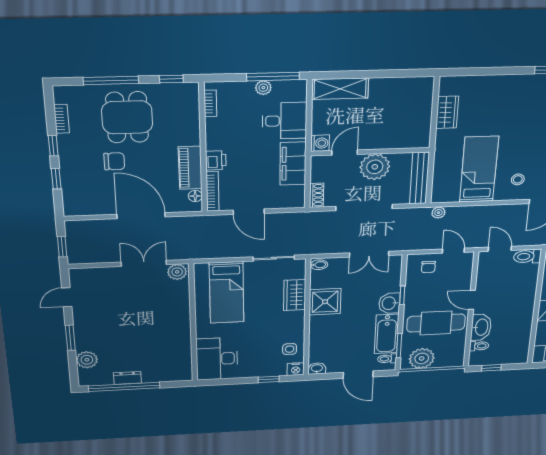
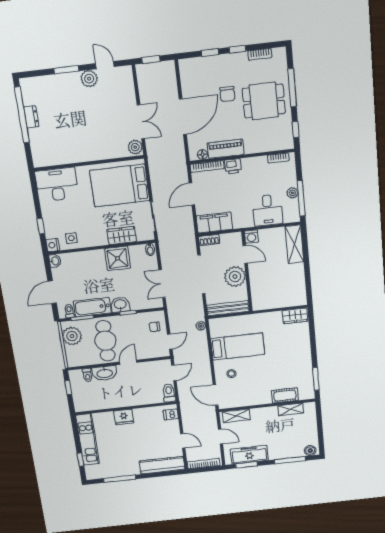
wardrobe: (447, 112) -> (295, 316), moved
filing cabinet: (293, 164) -> (214, 223), moved
bed: (227, 293) -> (120, 186), width x1.50
plant: (87, 360) -> (89, 79), moved

